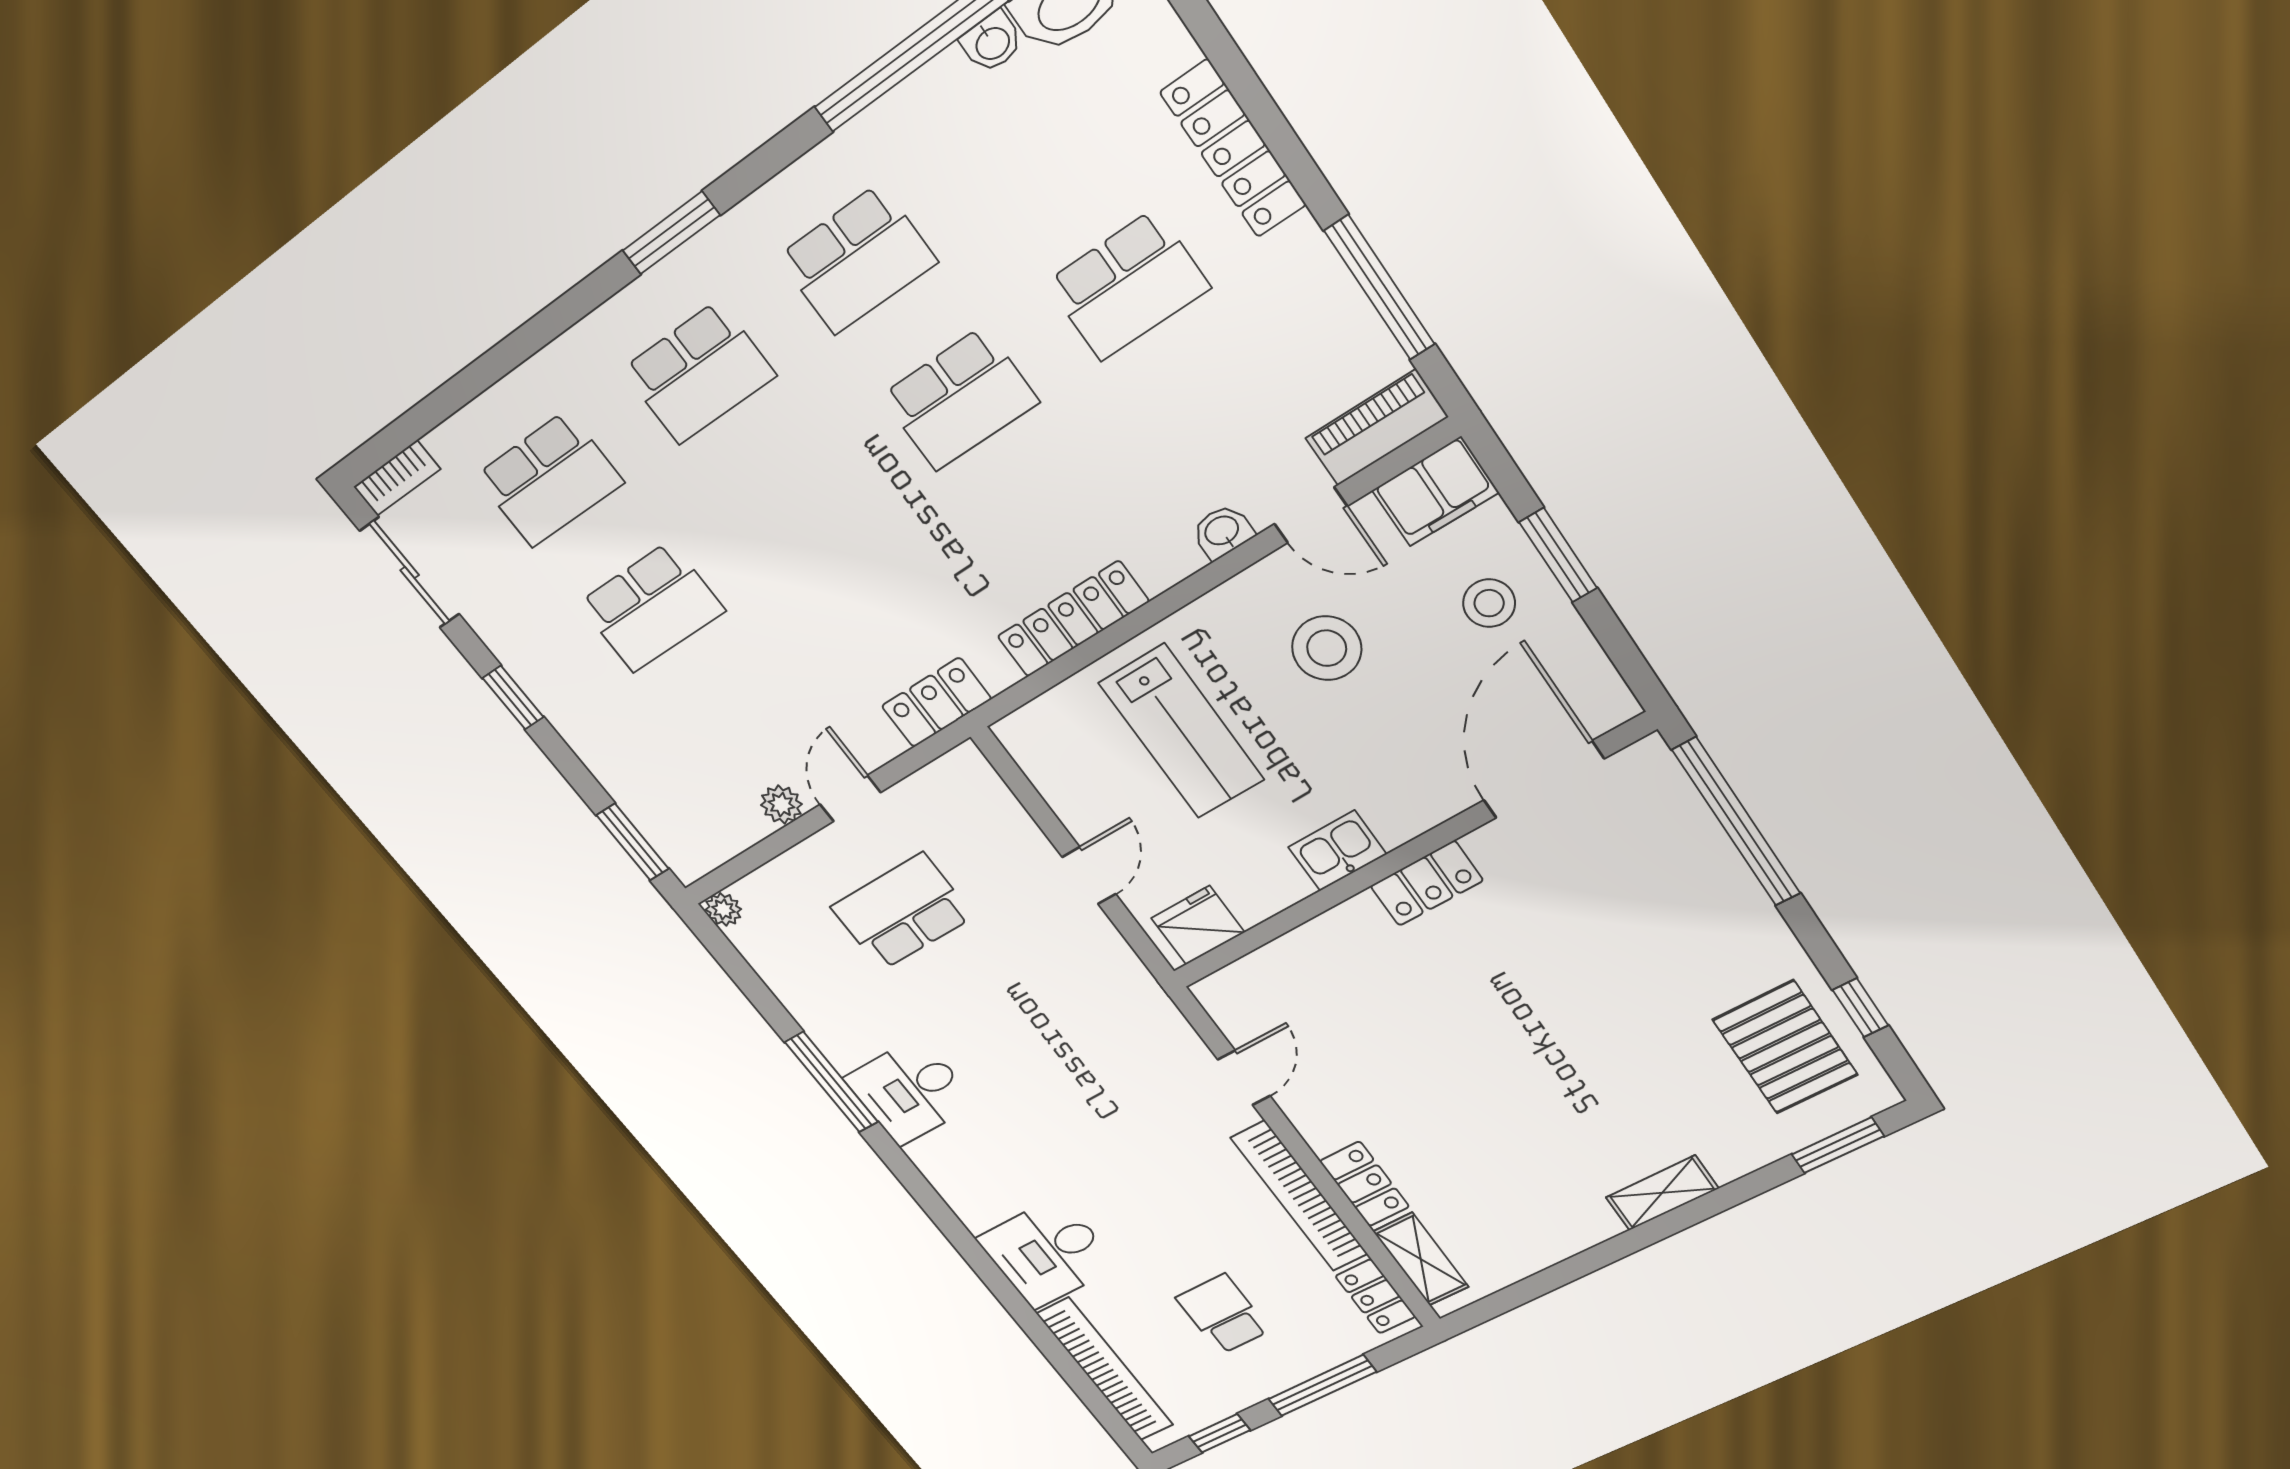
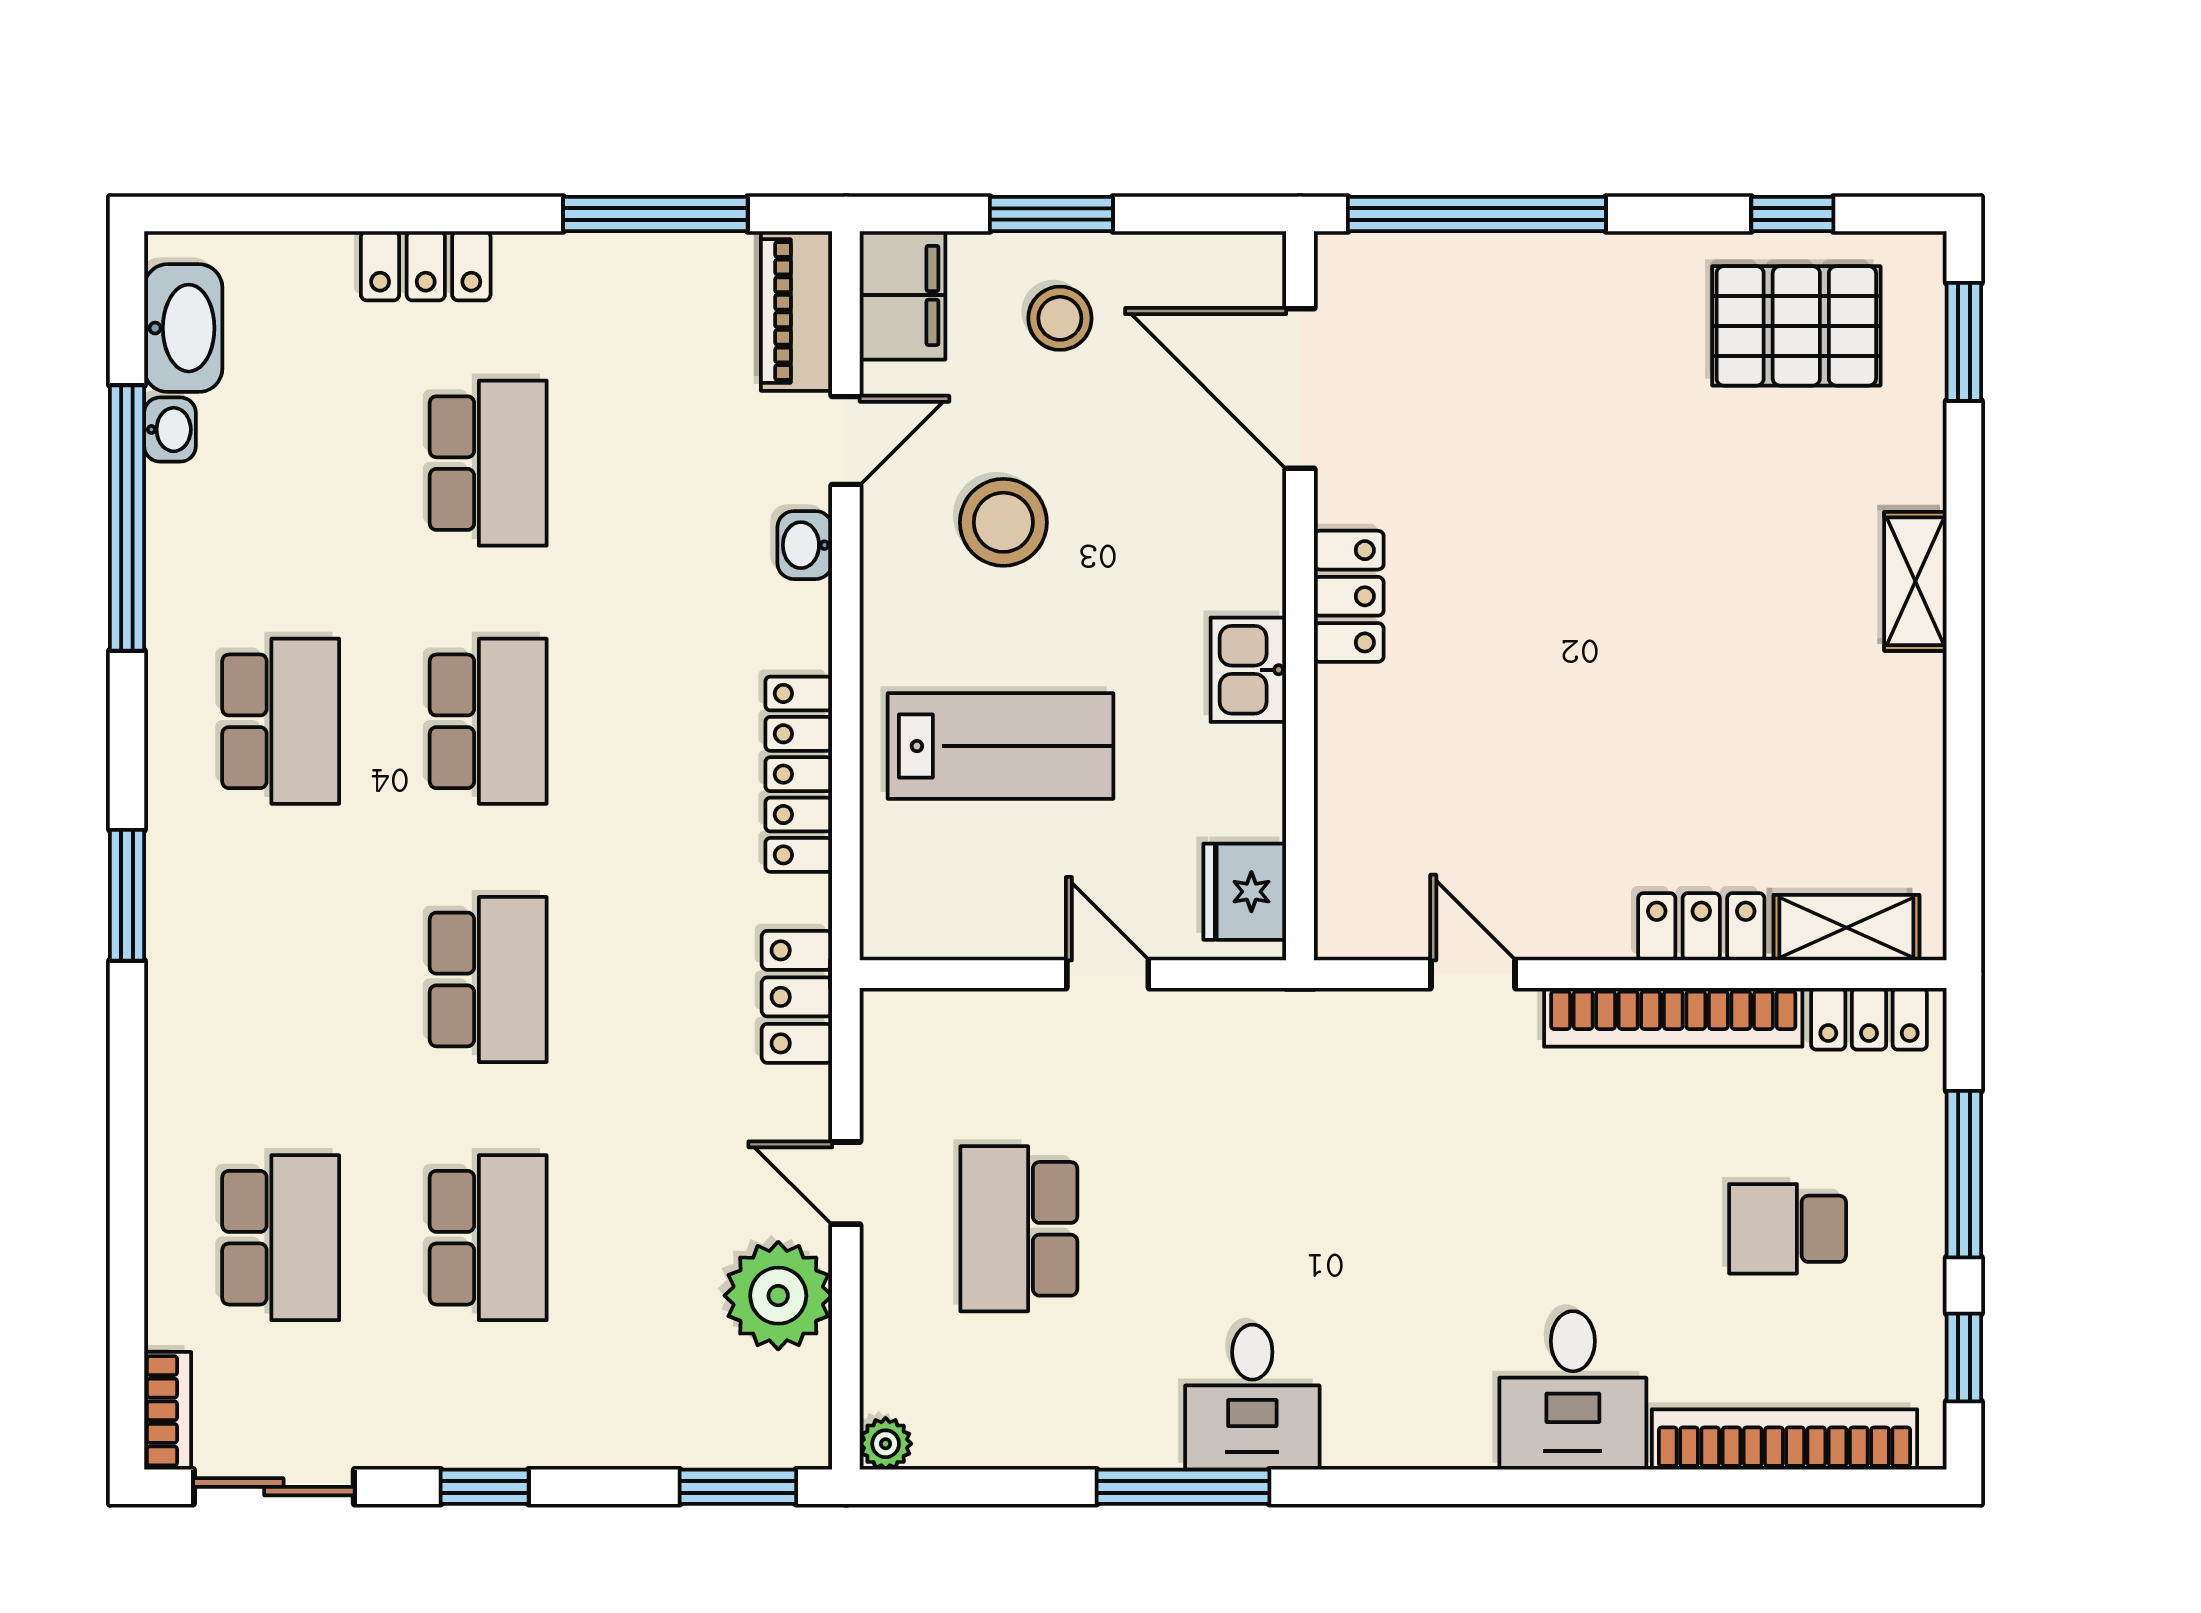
locker: (1233, 149) -> (426, 266), width x0.66
school desk: (699, 373) -> (488, 979), moved
plant: (781, 805) -> (778, 1296), width x1.88, depth x1.88

